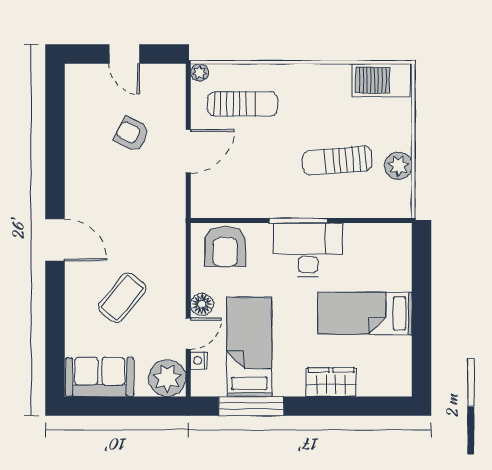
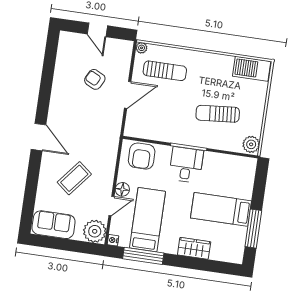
plant: (398, 166) -> (251, 144), moved
desk: (308, 250) -> (186, 165), width x0.73
window: (422, 336) -> (253, 229), added
nightstand: (199, 361) -> (113, 240), moved

